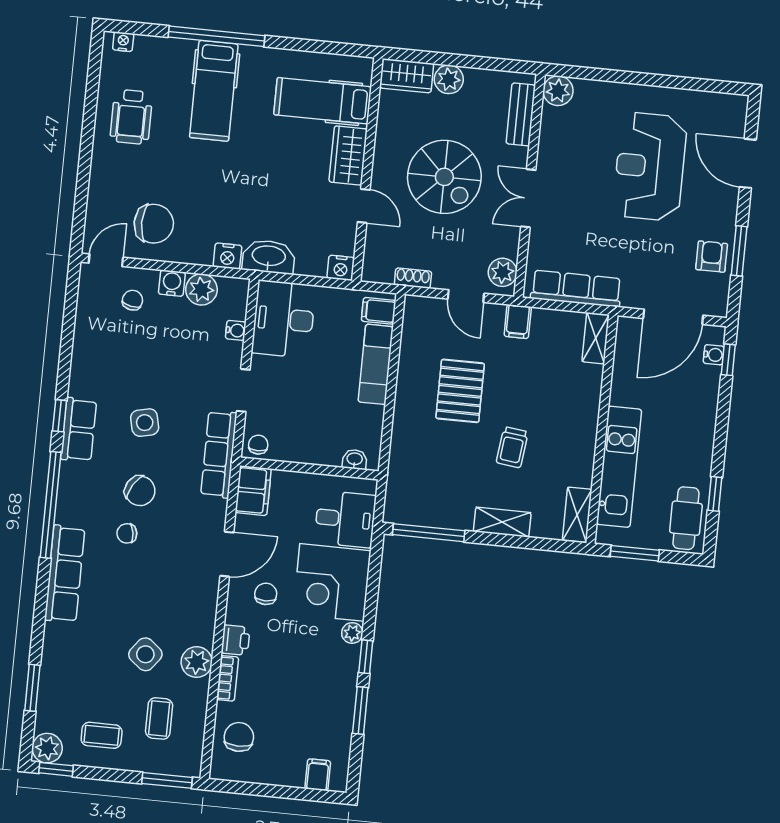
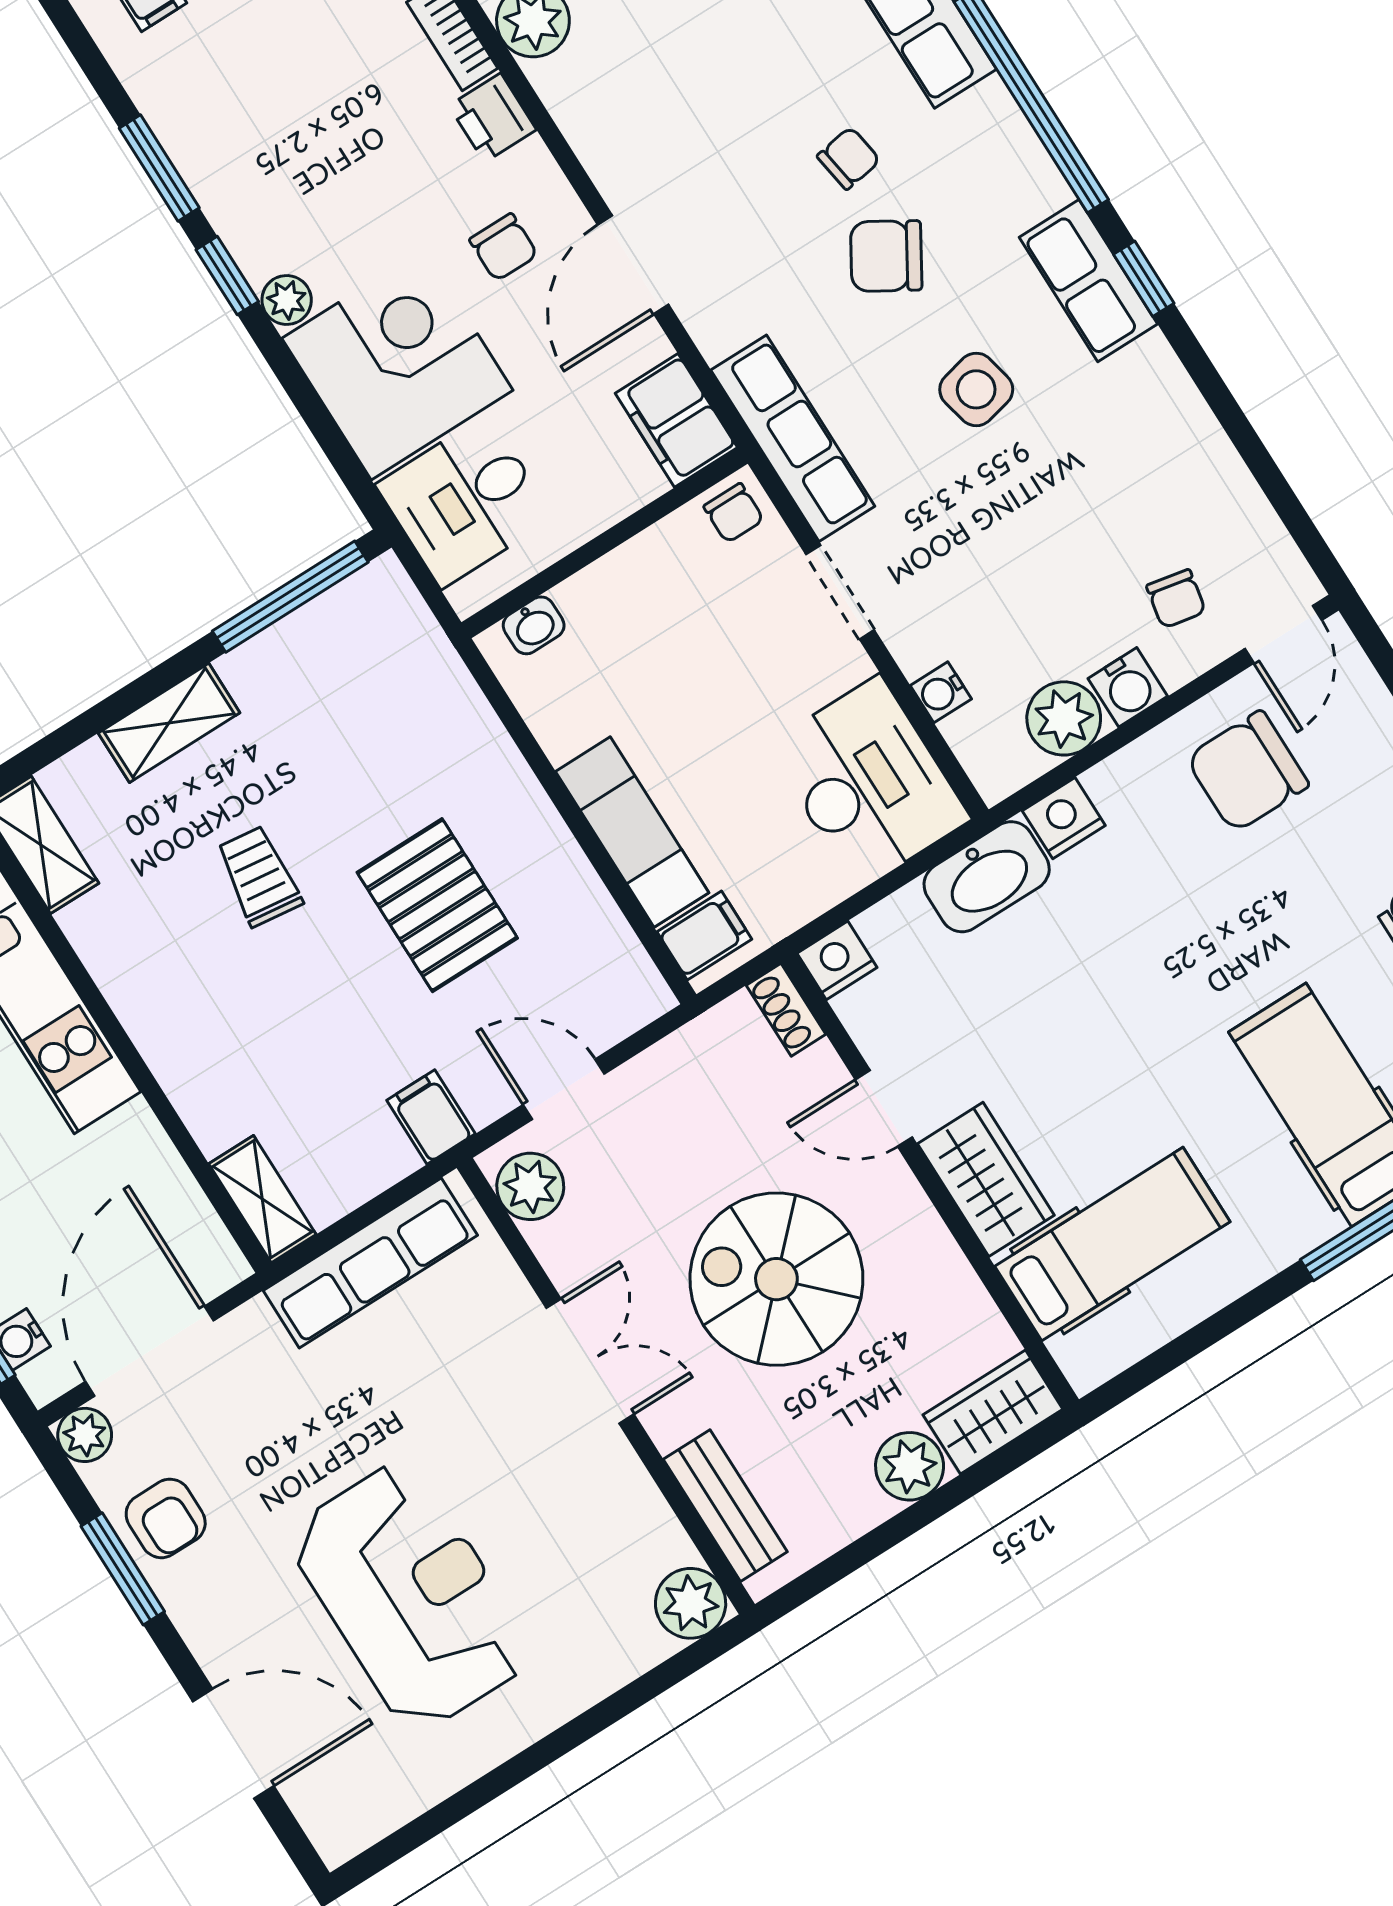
shoe rack: (413, 278) -> (786, 1010), moved, turned 90
plant: (717, 306) -> (85, 1435), added

